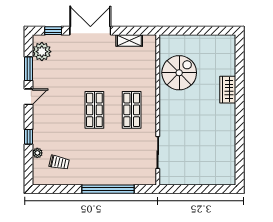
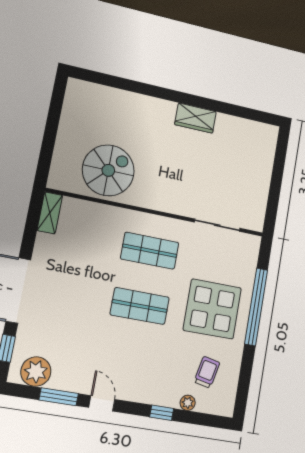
shelving: (129, 41) -> (50, 213), moved
spiral stairs: (179, 73) -> (108, 170), turned 90
wardrobe: (228, 90) -> (196, 118), moved
display table: (101, 159) -> (212, 309), added

